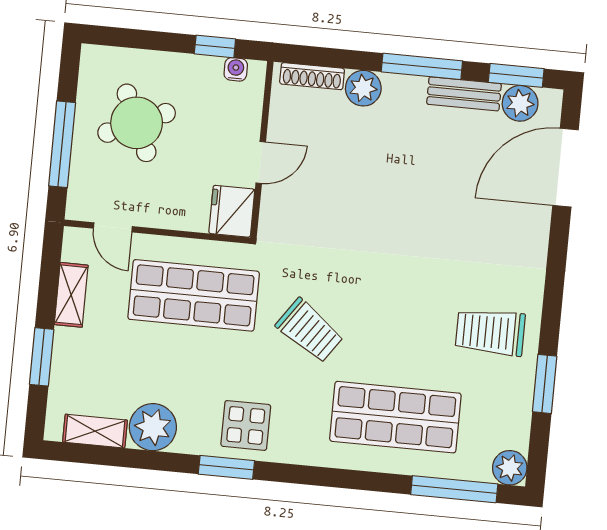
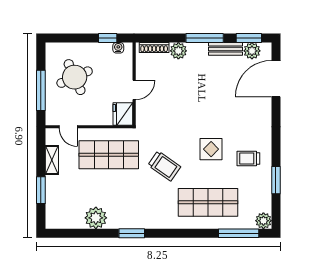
trolley: (490, 332) -> (248, 159), width x0.73, depth x0.72
display table: (246, 425) -> (211, 149), moved
shelving: (95, 431) -> (69, 222), removed

